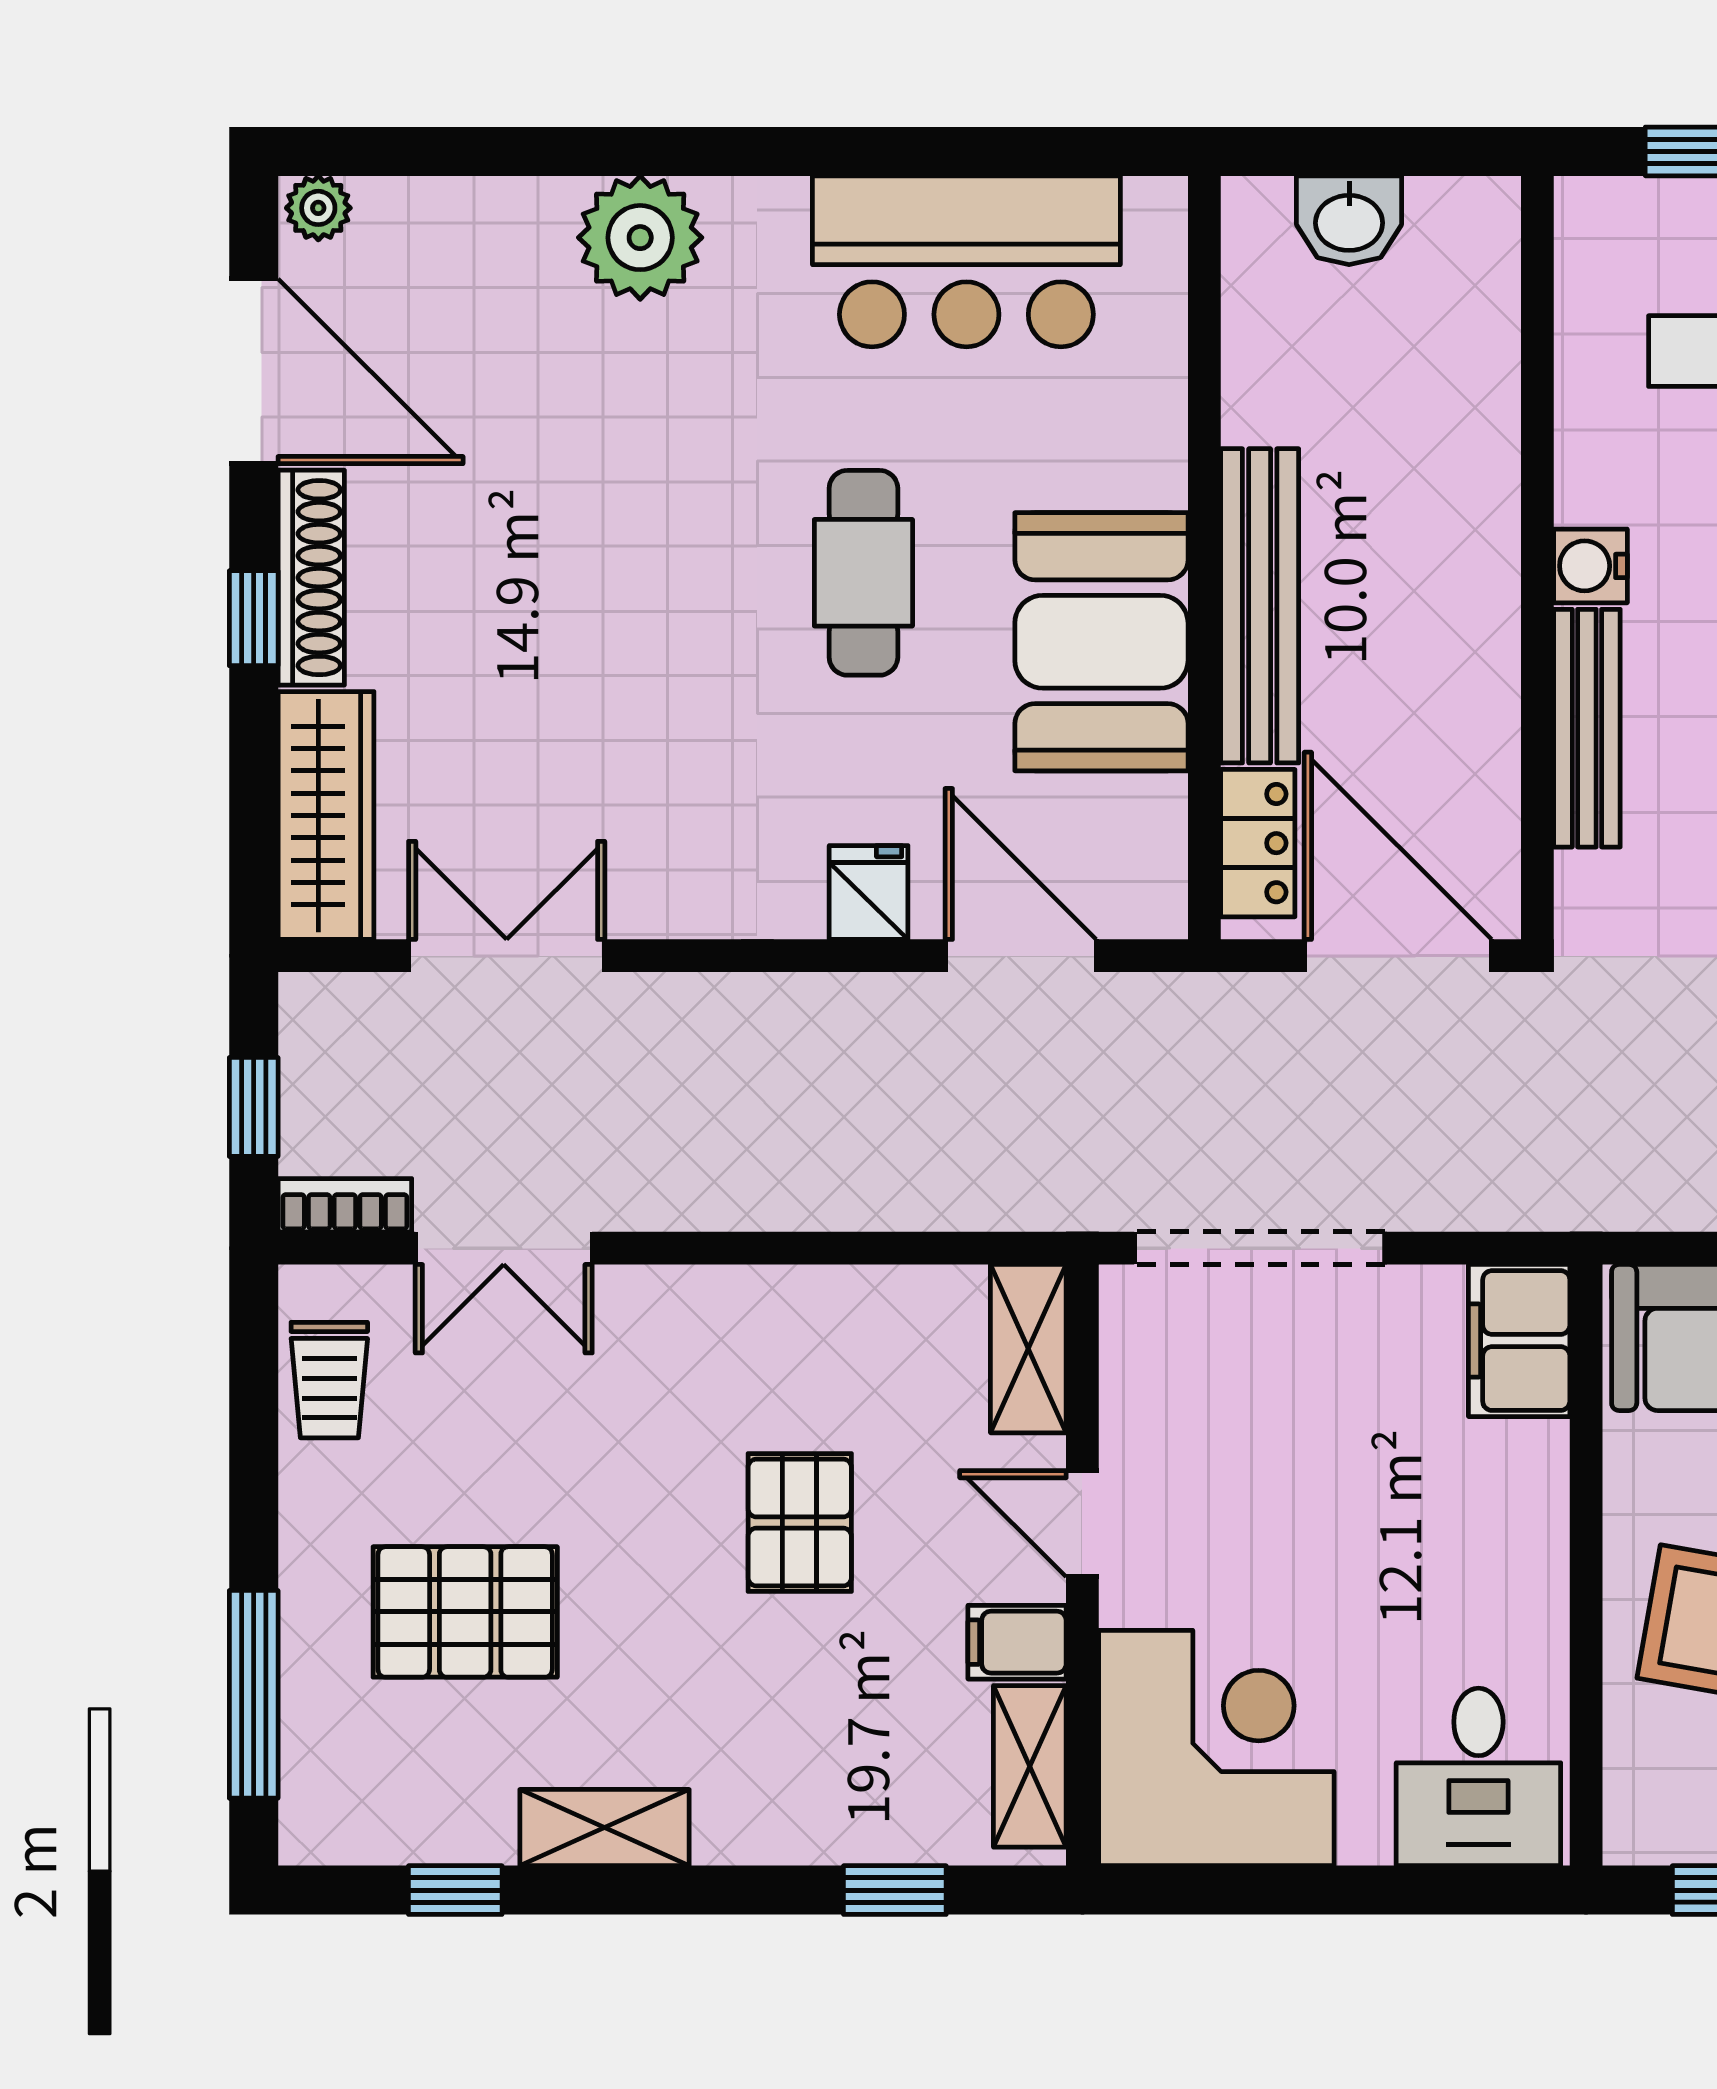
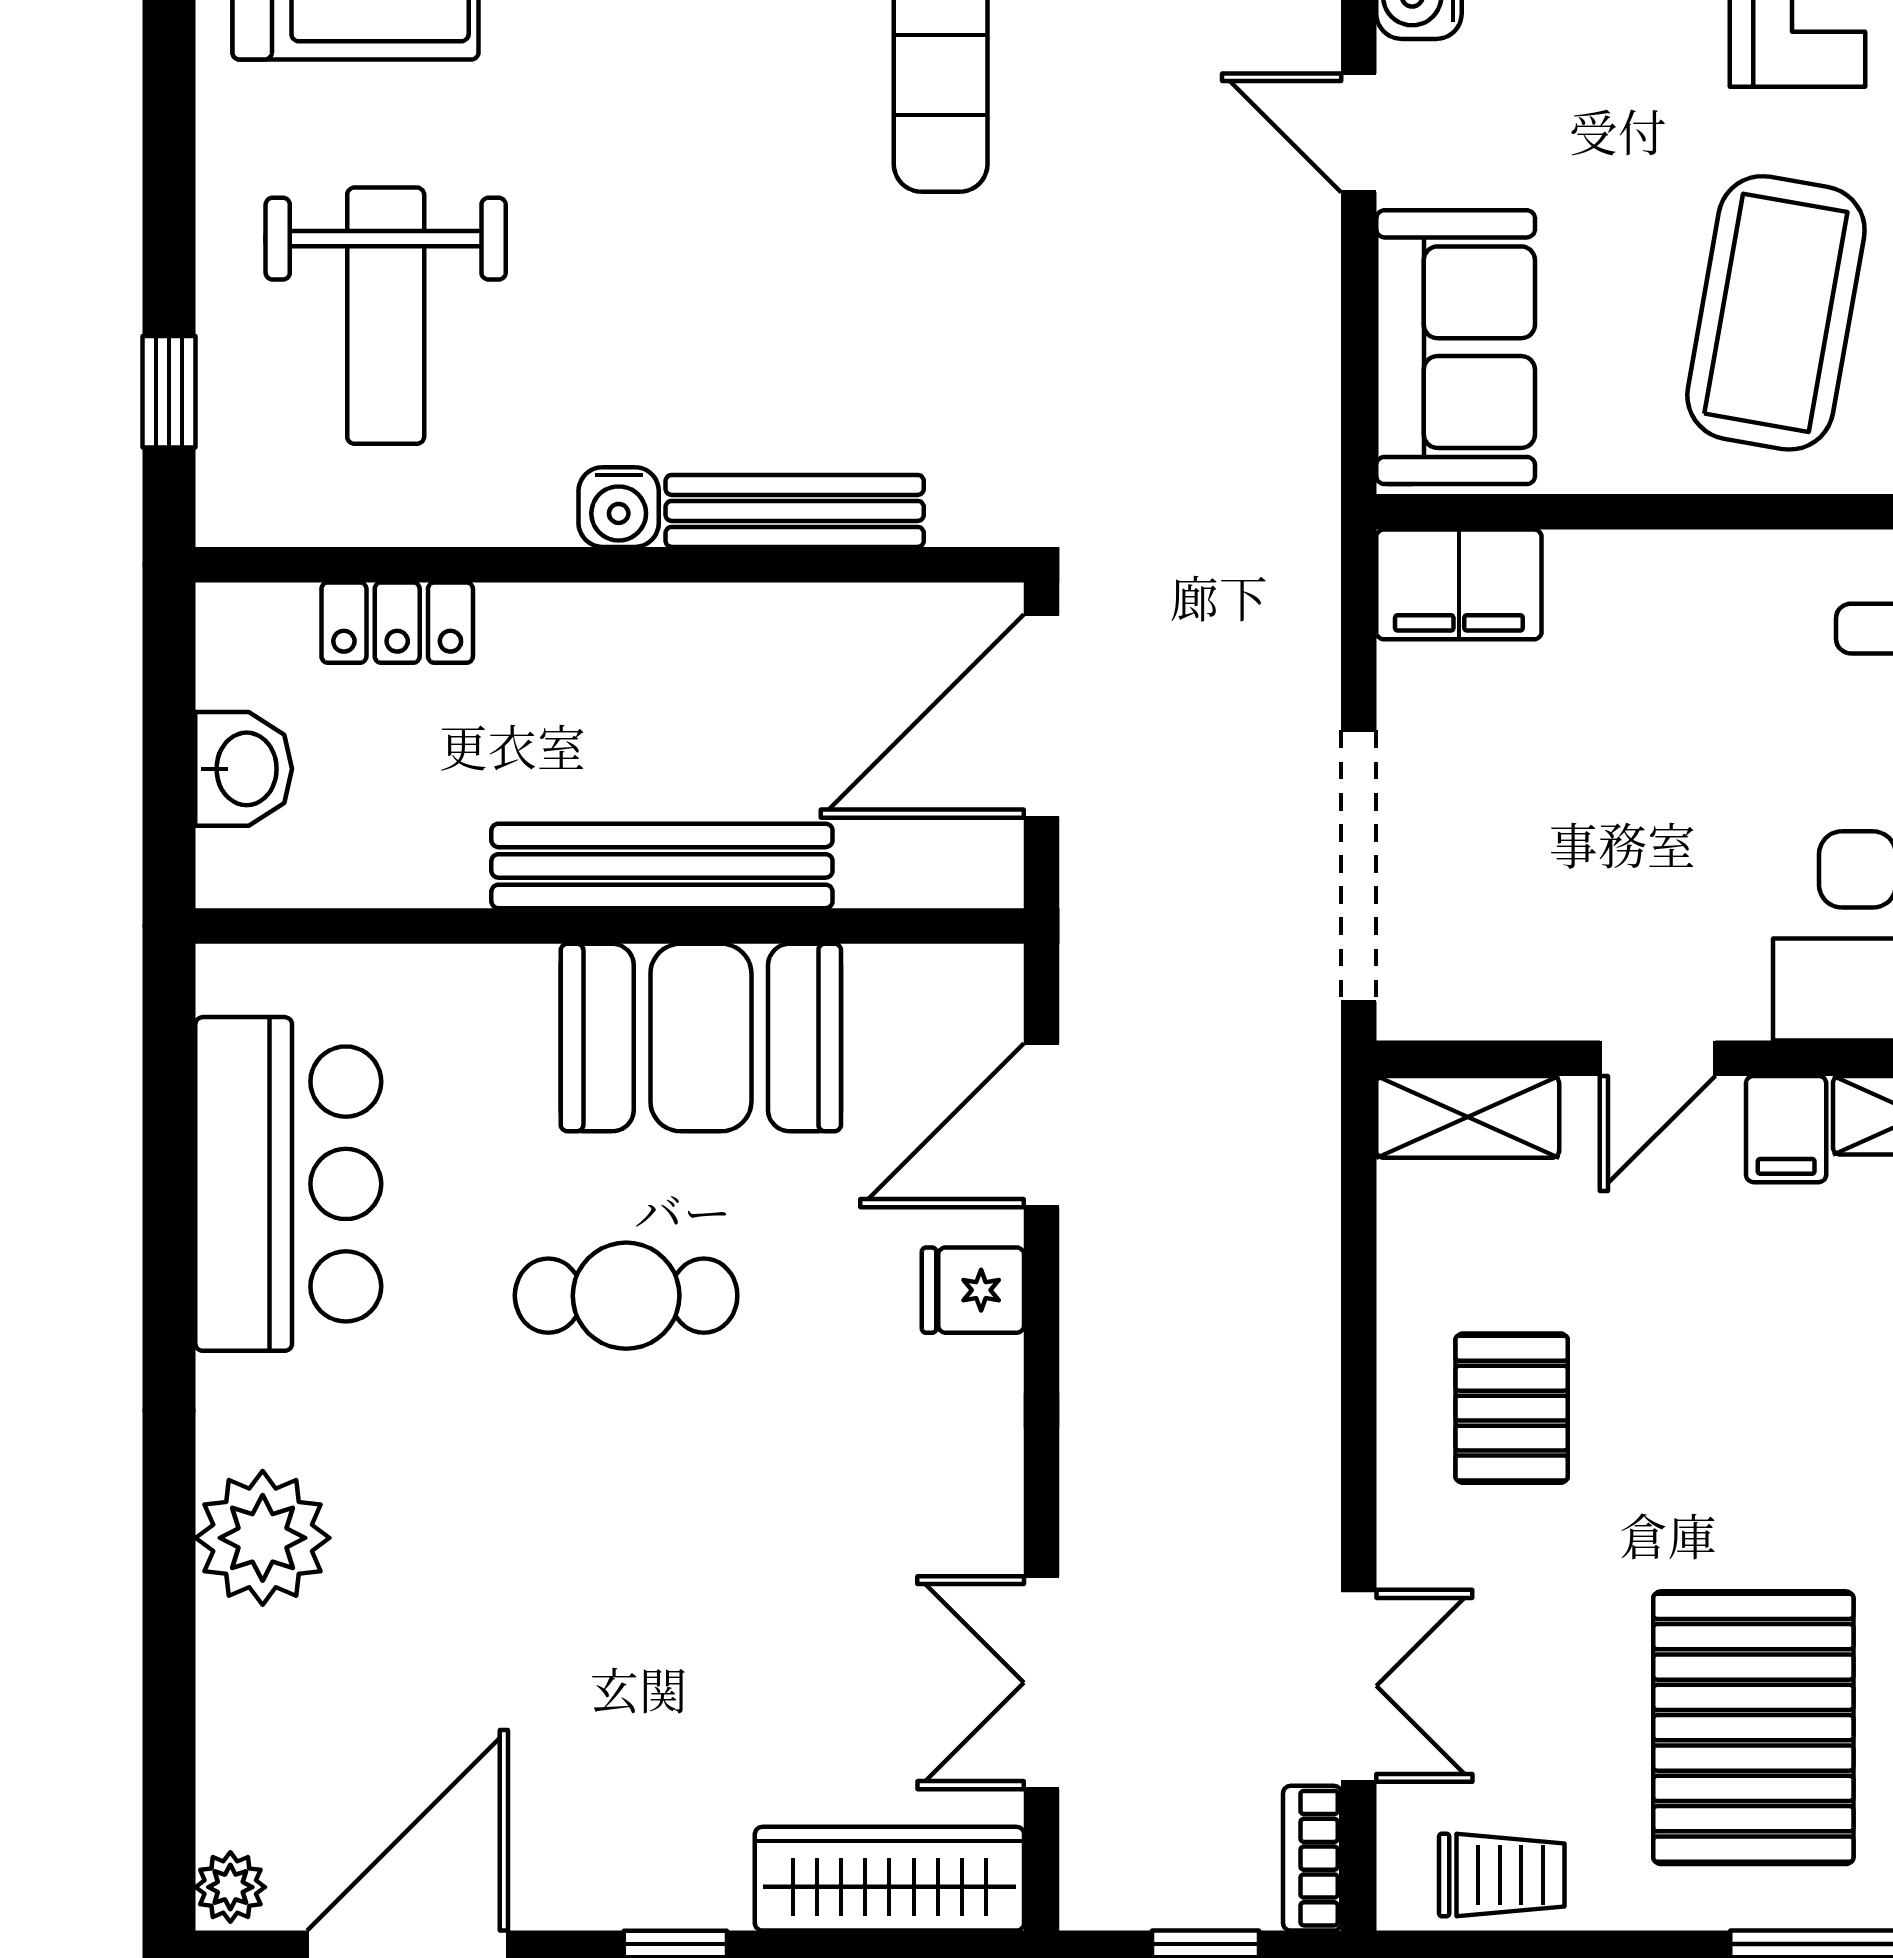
shoe rack: (311, 578) -> (631, 1895), removed
locker: (1258, 843) -> (397, 623), moved, turned 180
pallet: (800, 1523) -> (1512, 1408), moved, turned 90
pallet: (465, 1612) -> (1753, 1728), width x1.37, depth x1.41

